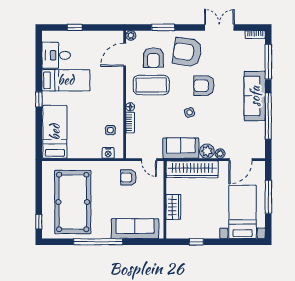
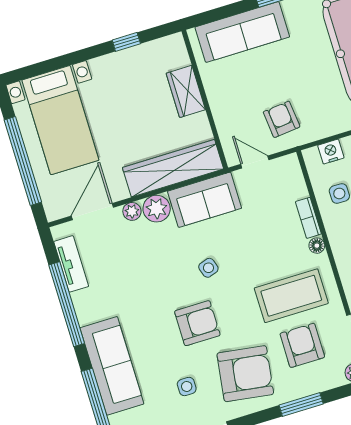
side table: (219, 55) -> (187, 386), added
sofa: (255, 96) -> (112, 366), moved
tv unit: (260, 136) -> (71, 264), added
armchair: (128, 177) -> (282, 119), turned -96
window: (268, 197) -> (23, 161), width x1.46

